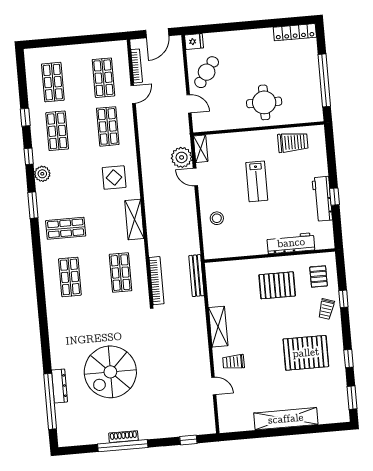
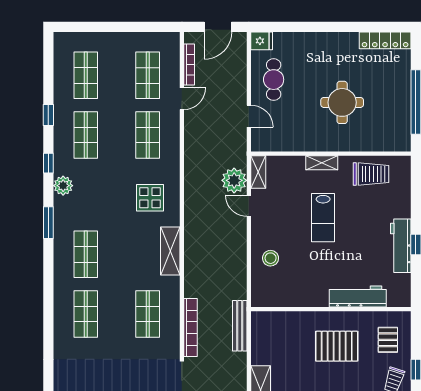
cafe table: (207, 72) -> (274, 80), turned -36
round table: (264, 102) -> (342, 102), moved
shelving: (252, 137) -> (322, 163), added
shop shelf: (66, 228) -> (86, 254), turned 90

